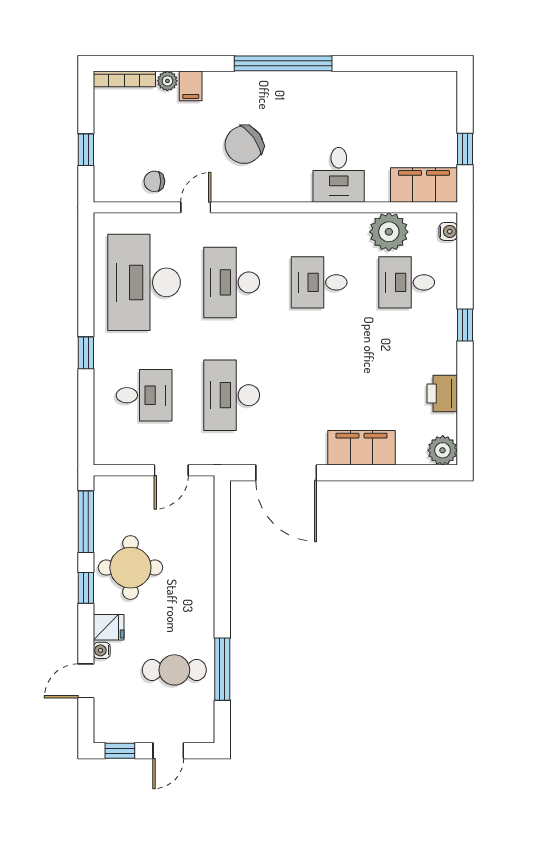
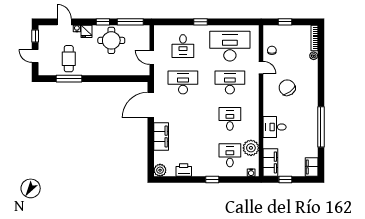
window: (283, 63) -> (321, 127), moved
filing cabinet: (191, 86) -> (312, 167), moved, width x2.00

